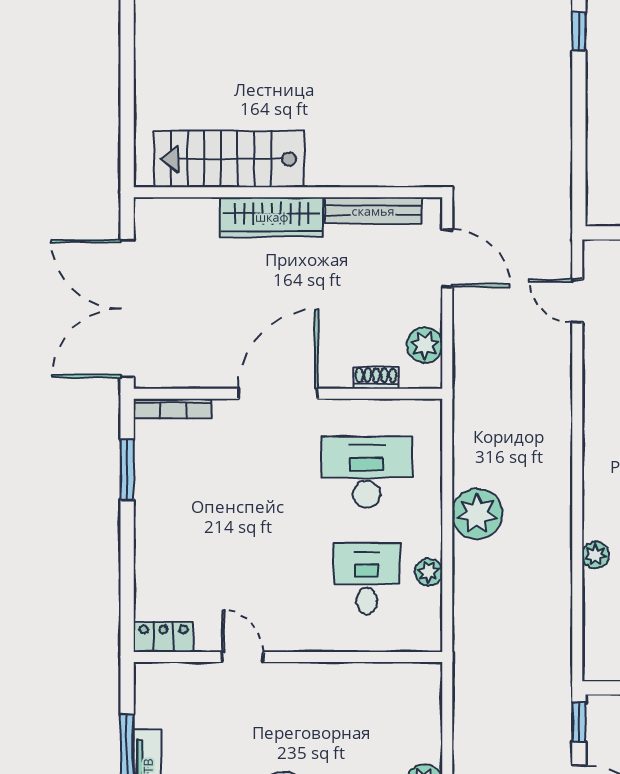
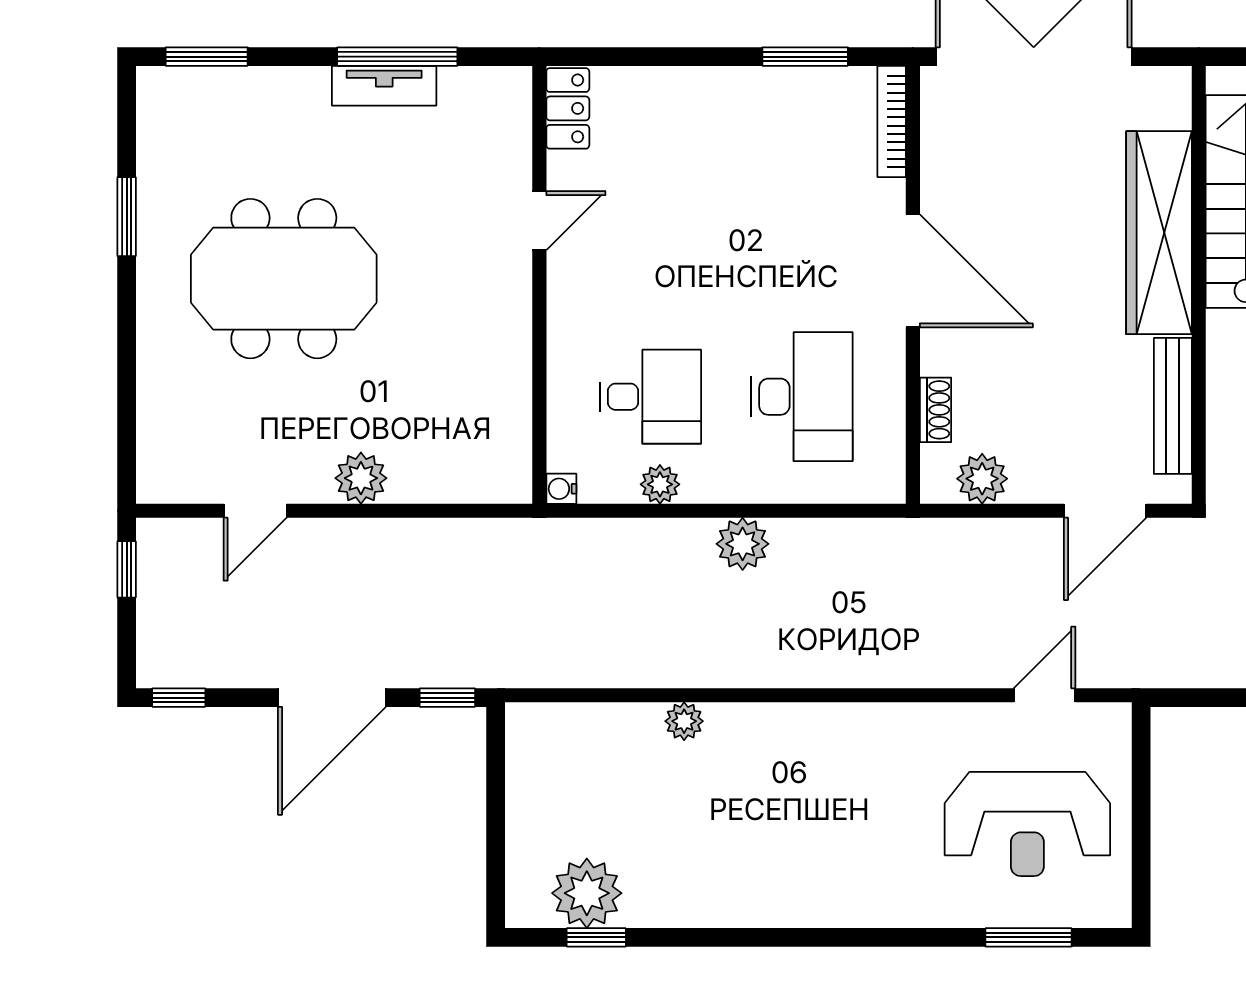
wardrobe: (272, 217) -> (1159, 233), width x1.40, depth x1.17
plant: (477, 514) -> (743, 544), width x0.73, depth x0.73
water cooler: (432, 641) -> (561, 489), added

